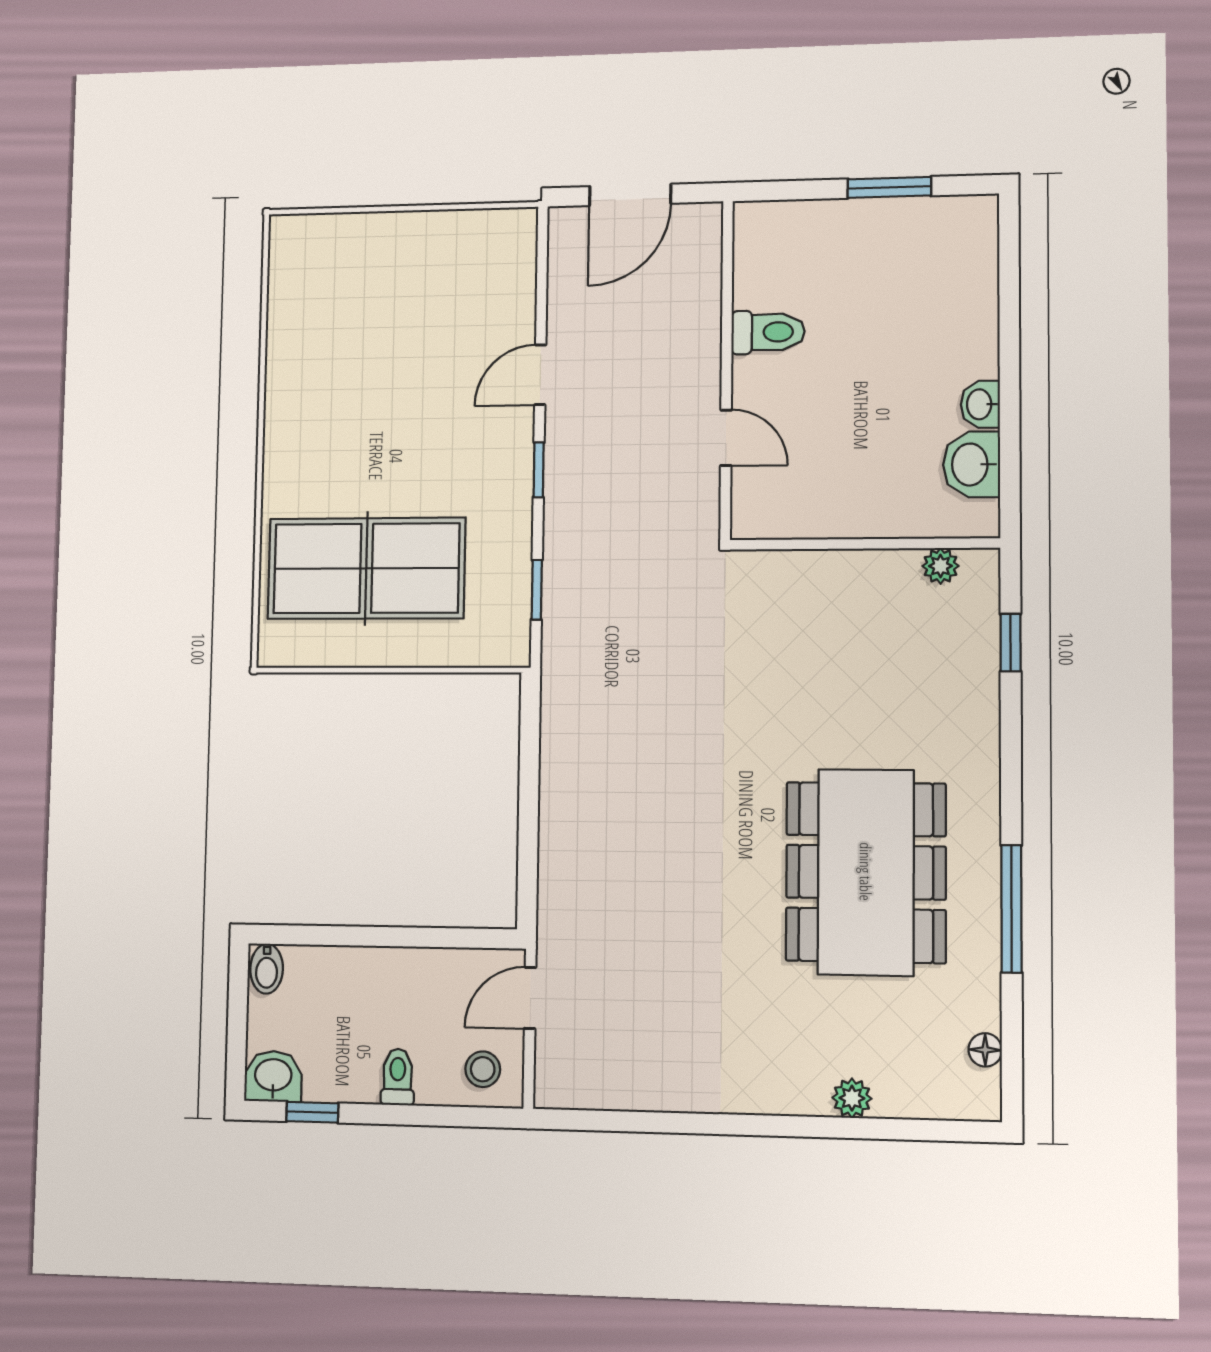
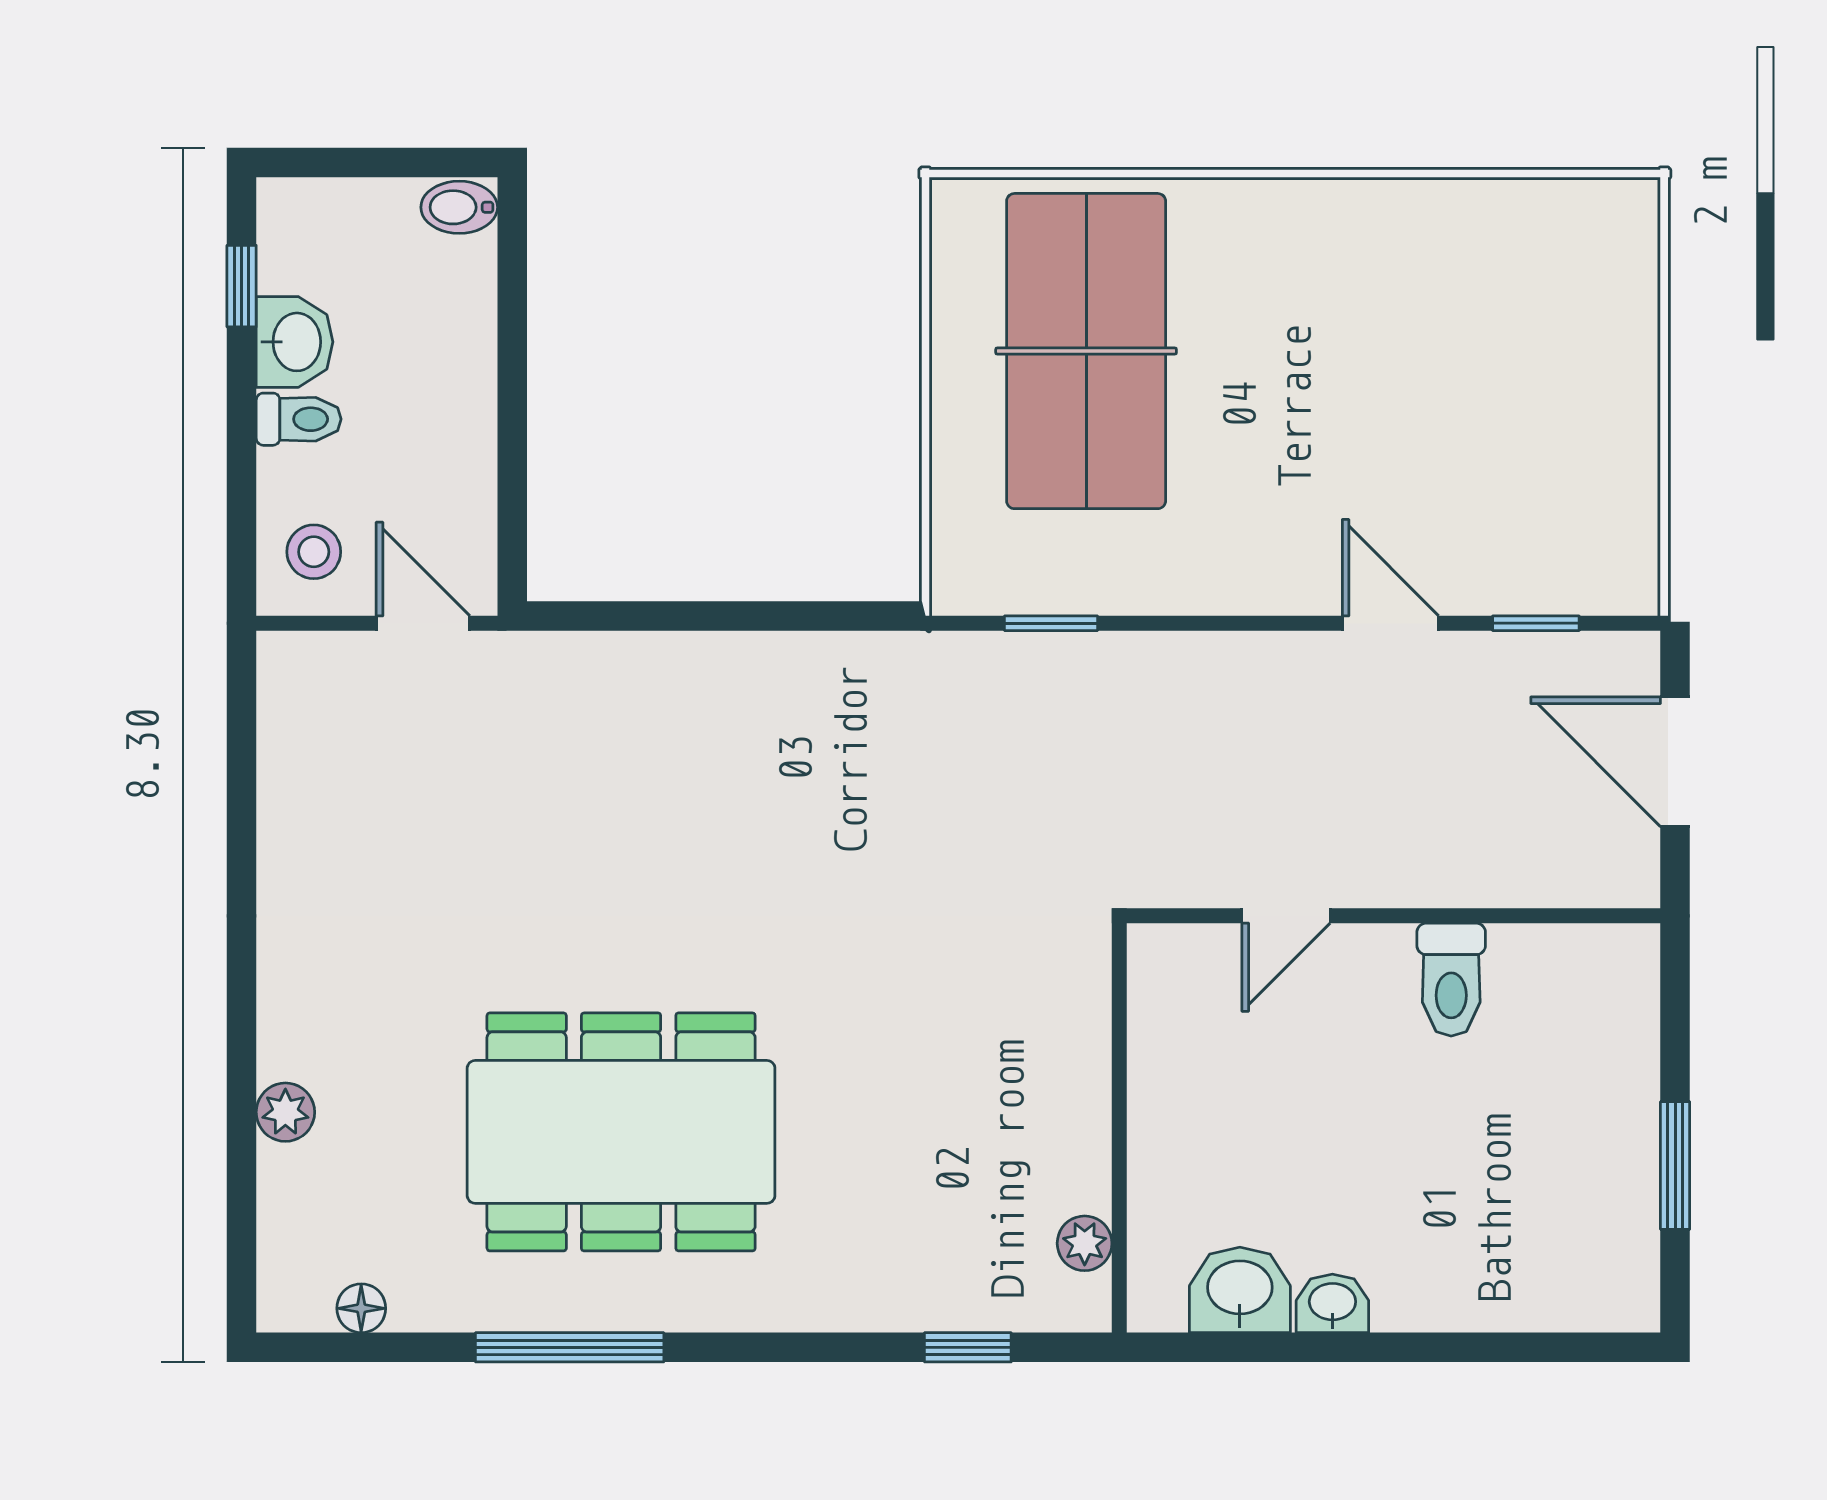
window: (539, 470) -> (1536, 623), moved
washbasin: (273, 1076) -> (295, 342), moved

